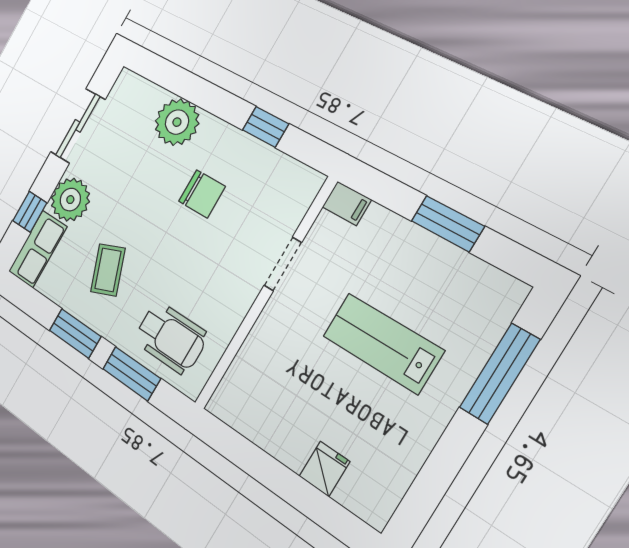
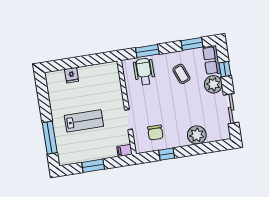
chair: (202, 194) -> (155, 133), moved, turned -90
window: (75, 333) -> (192, 44), moved
wheelchair: (171, 338) -> (144, 72), turned 90

